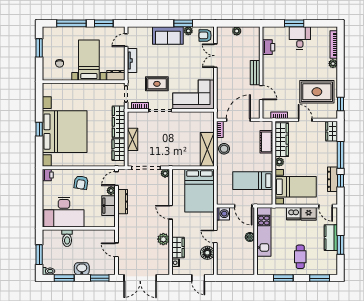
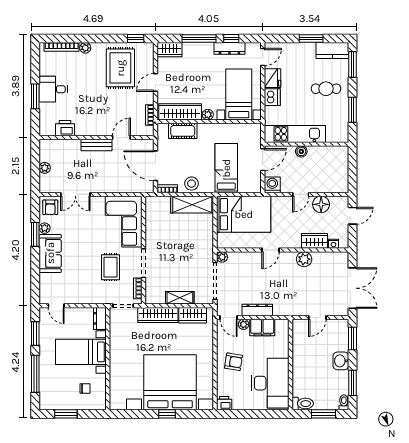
tv unit: (132, 60) -> (81, 298), removed
bed: (253, 181) -> (226, 168), moved, turned 180
toilet: (67, 238) -> (303, 404), moved
kitchen counter: (331, 238) -> (332, 51), moved

